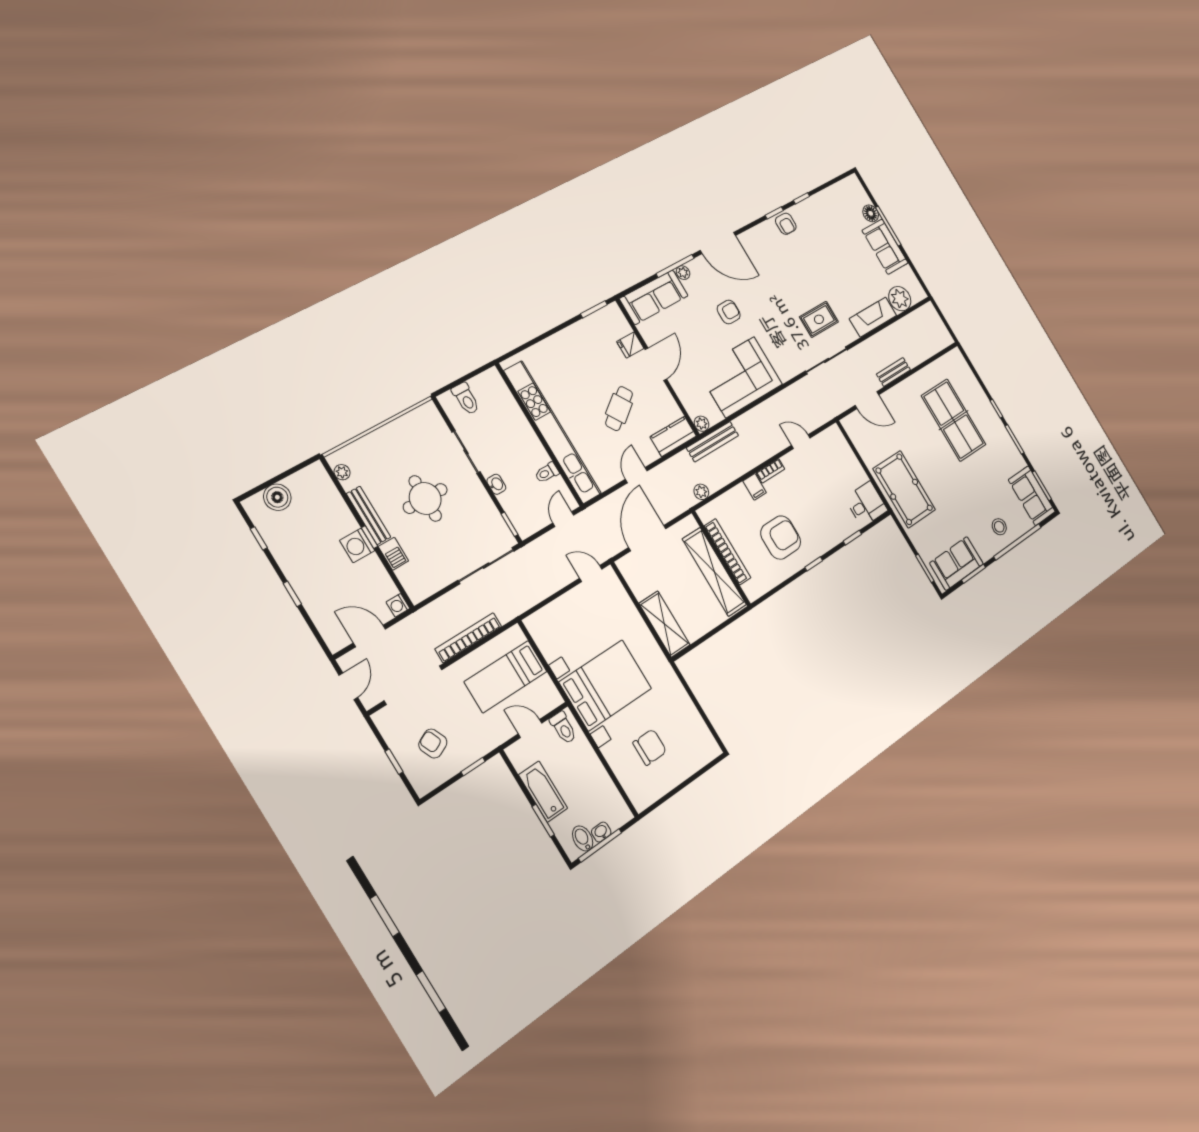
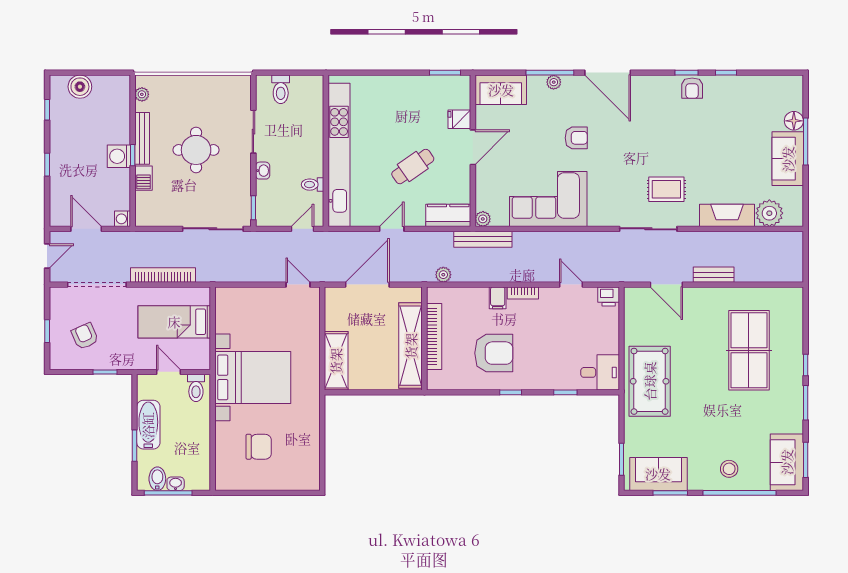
sofa: (654, 297) -> (501, 90), width x0.73
printer: (833, 435) -> (609, 297), added

